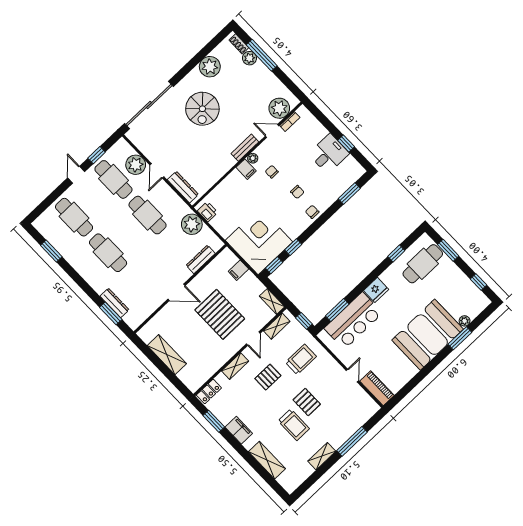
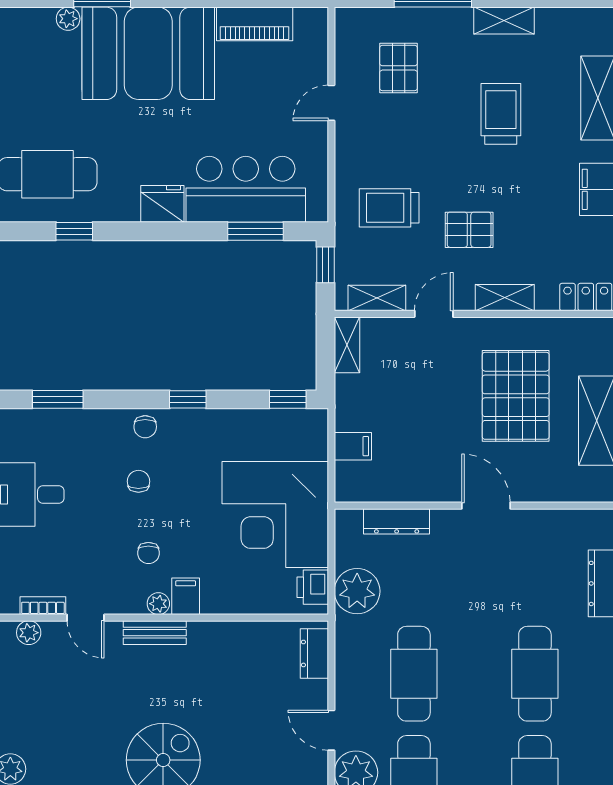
plant: (279, 108) -> (29, 633), width x0.53, depth x0.53
door: (157, 171) -> (331, 730), swing flipped
dresser: (183, 187) -> (314, 653), width x0.70
corner desk: (259, 241) -> (275, 514), moved
window: (293, 247) -> (188, 399), moved
pallet: (220, 314) -> (516, 396), moved
piano: (377, 388) -> (255, 24), moved, turned -90
pallet: (307, 402) -> (399, 68), moved

